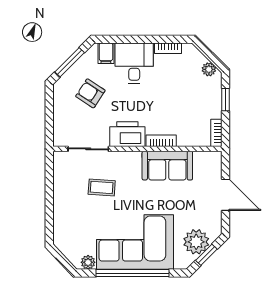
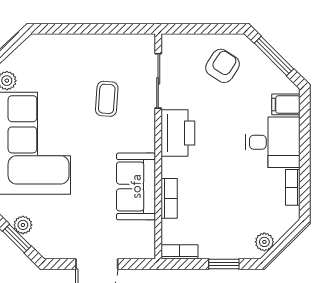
armchair: (90, 93) -> (223, 66), moved
bookcase: (161, 141) -> (169, 198), moved
plant: (196, 242) -> (23, 225), width x0.53, depth x0.53

